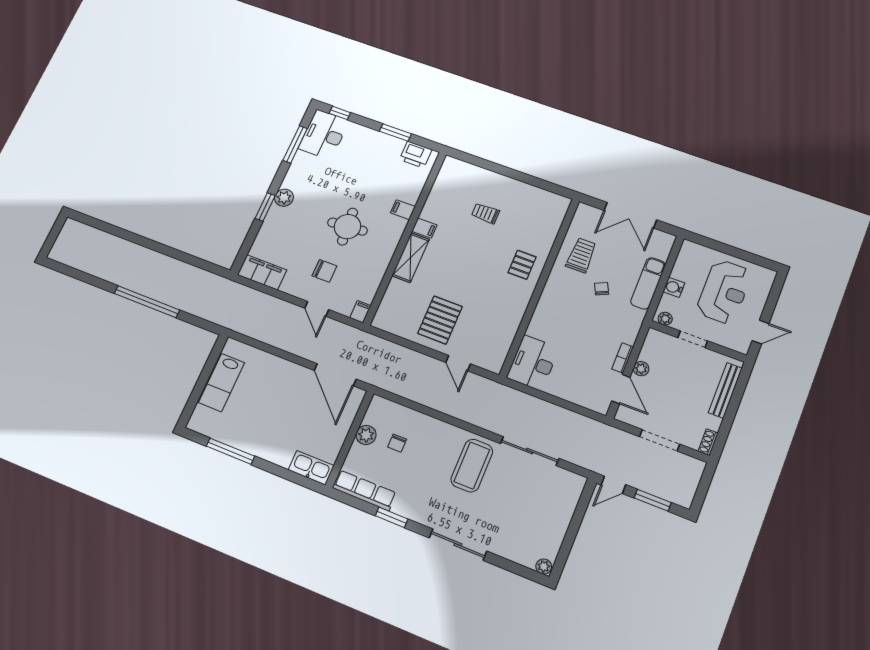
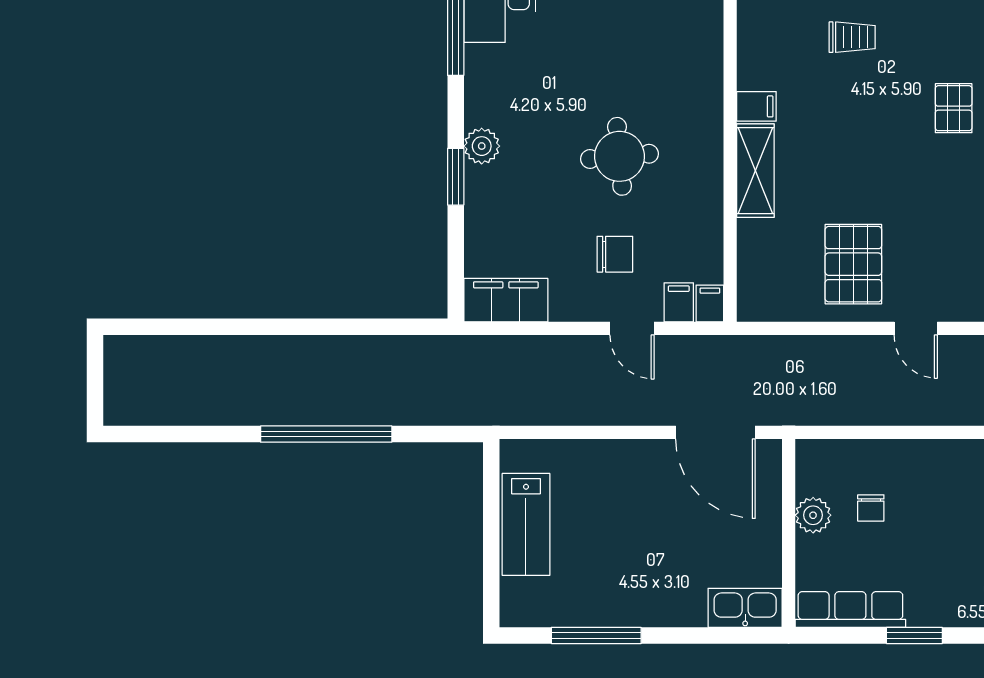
filing cabinet: (403, 210) -> (679, 302), moved, turned 90
trolley: (486, 213) -> (852, 37), turned 180

